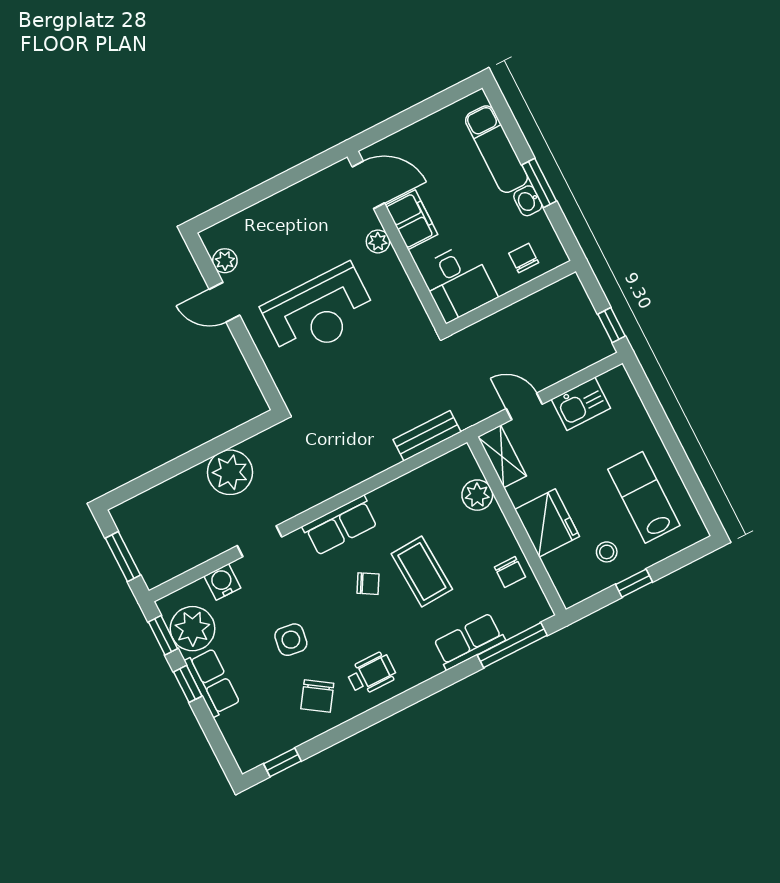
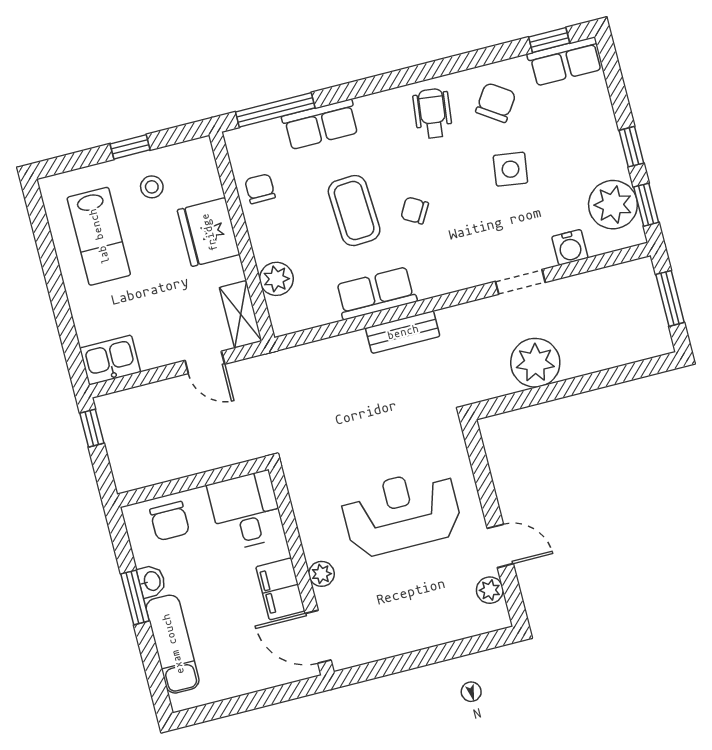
chair: (524, 258) -> (170, 521), width x1.37, depth x1.37
kitchen sink: (581, 404) -> (110, 360), moved
bench: (427, 436) -> (403, 332), moved
row of seats: (340, 525) -> (376, 293), moved
wheelchair: (371, 674) -> (433, 113), turned 97
row of seats: (212, 682) -> (565, 62), moved, turned -90

